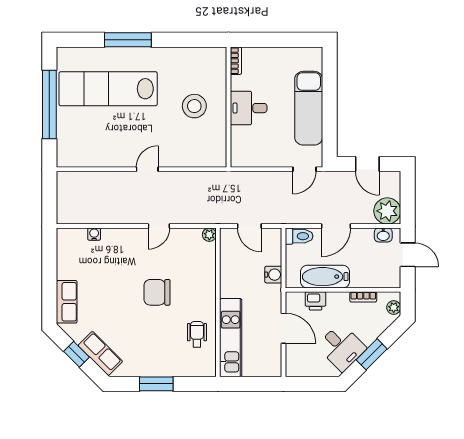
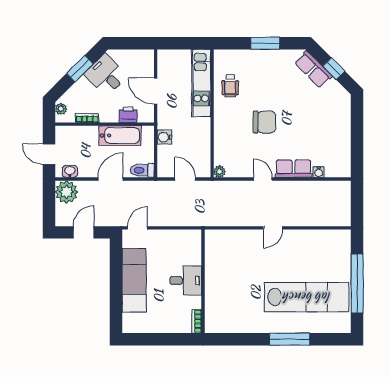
stool: (194, 106) -> (232, 282), removed
door: (367, 164) -> (84, 232), hinge flipped
door: (159, 226) -> (263, 179), hinge flipped
row of seats: (67, 302) -> (294, 169), moved, turned 90

